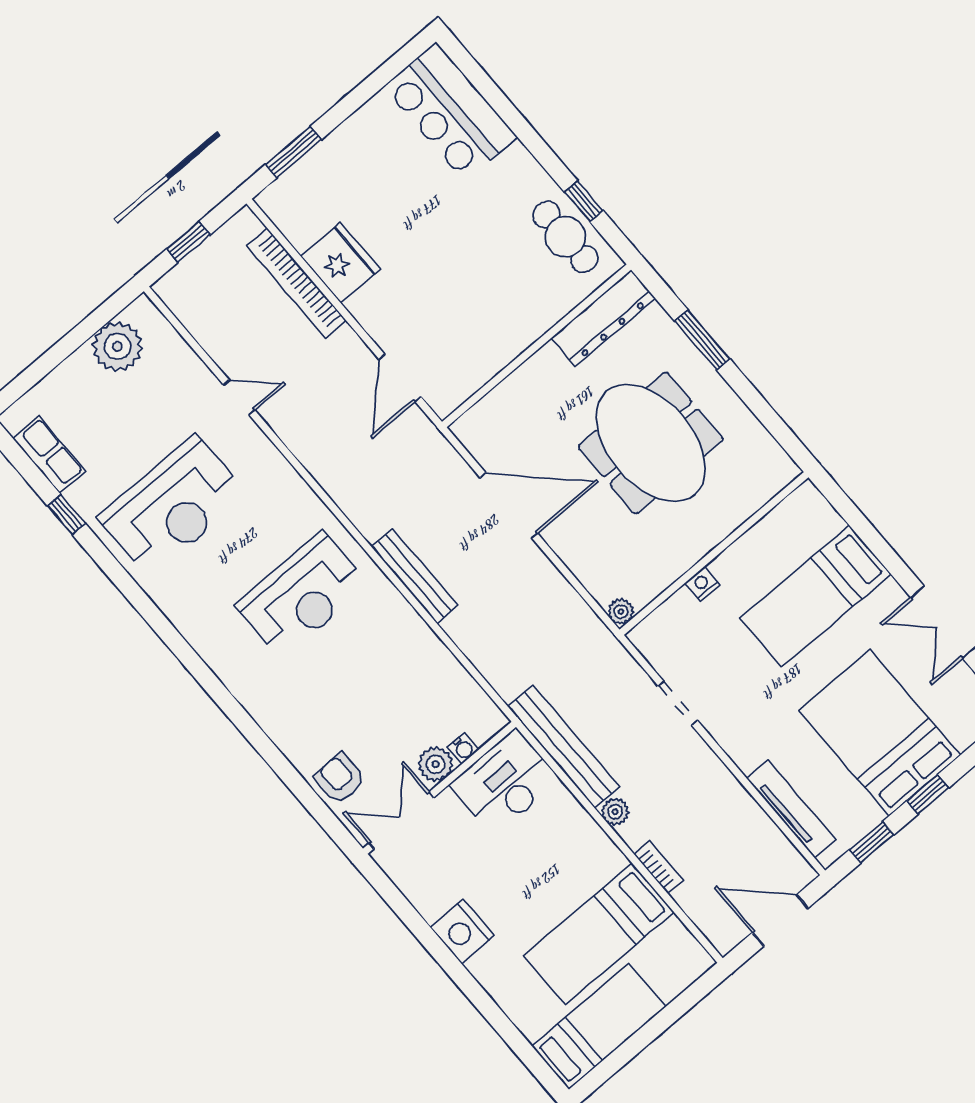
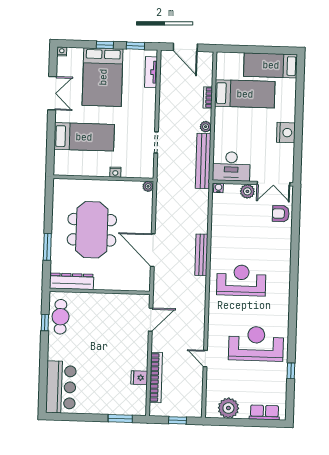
fridge: (340, 263) -> (139, 378), width x0.53, depth x0.75
row of seats: (49, 455) -> (264, 412), moved, turned 90
water cooler: (463, 748) -> (218, 188), moved
armchair: (340, 778) -> (281, 214), turned 90
tv unit: (791, 809) -> (151, 72), width x0.71

